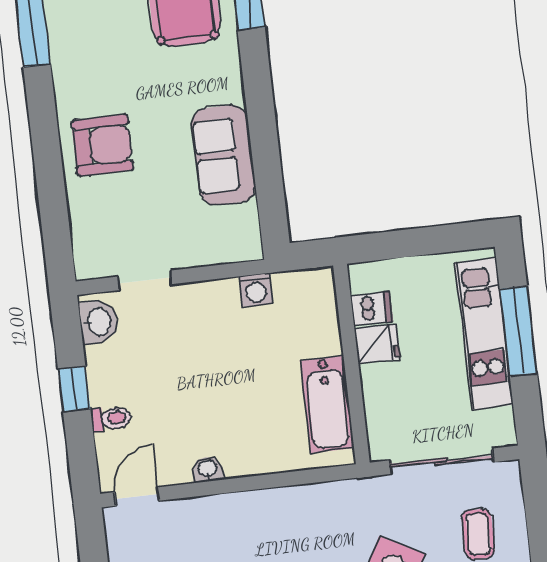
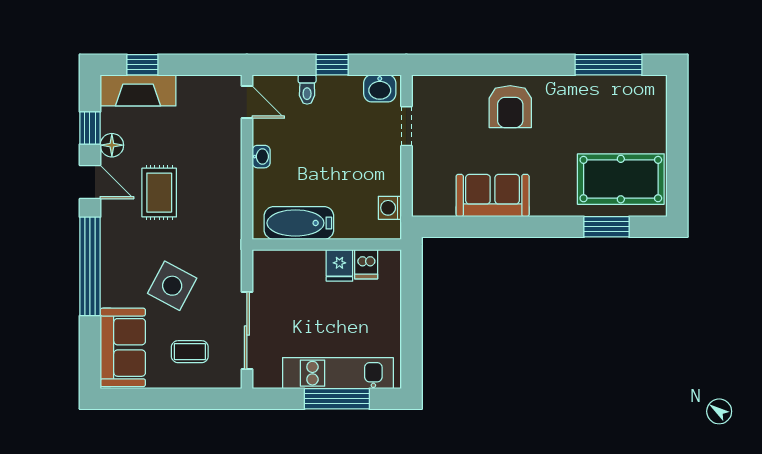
dishwasher: (372, 308) -> (366, 264), moved
fridge: (377, 344) -> (339, 265), moved
wall: (351, 364) -> (327, 244), moved
bathtub: (327, 404) -> (299, 223), moved

